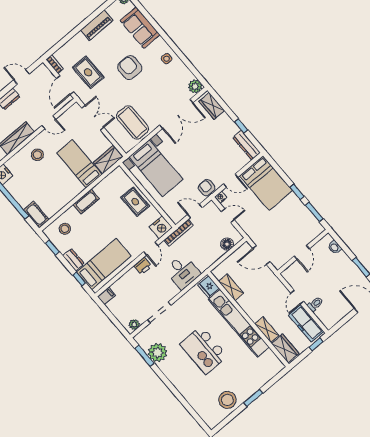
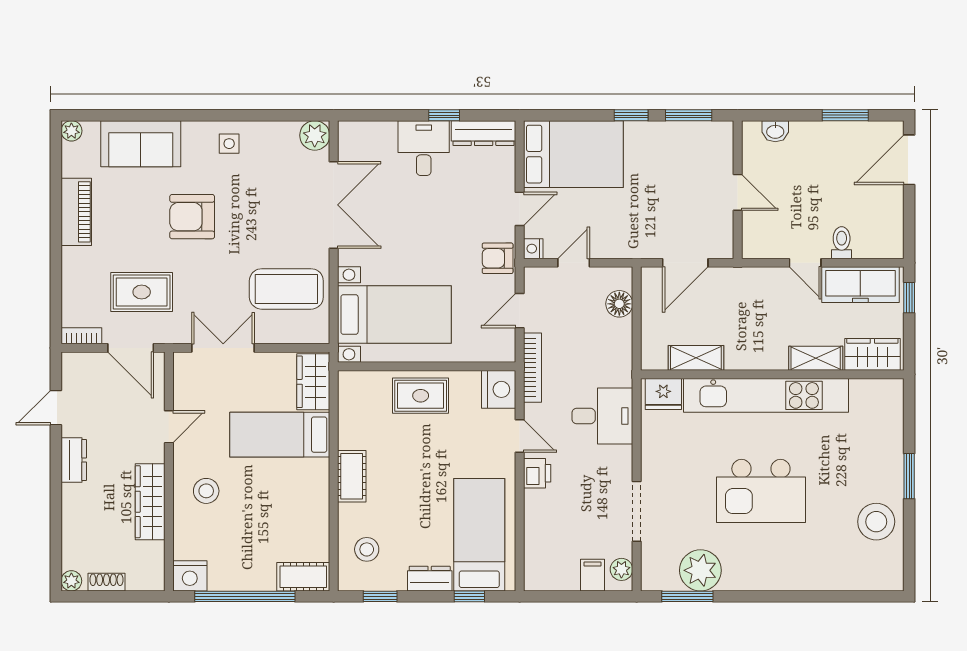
wardrobe: (212, 106) -> (370, 135), removed
desk: (223, 129) -> (424, 148), added
filing cabinet: (106, 296) -> (592, 575), moved

